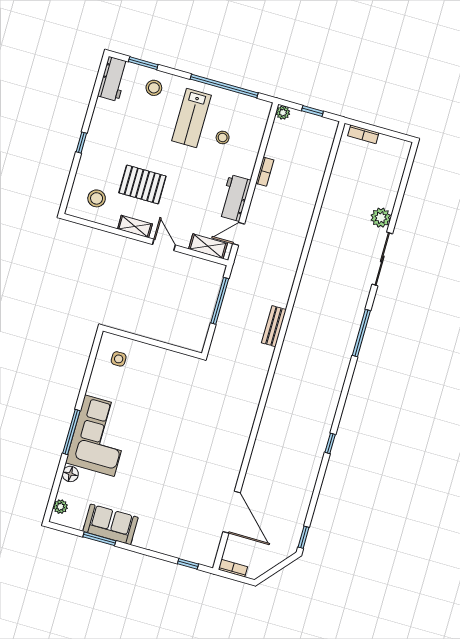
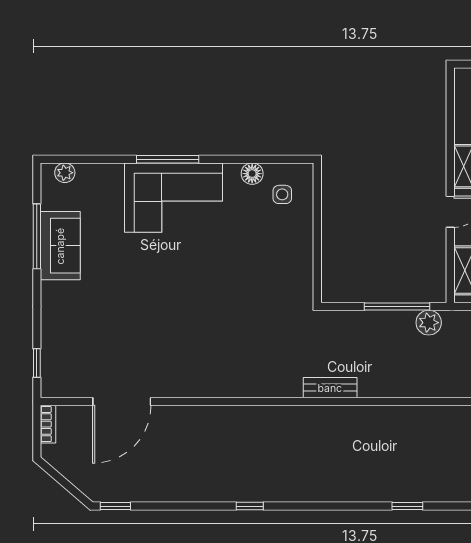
plant: (237, 282) -> (429, 323), added
bench: (274, 326) -> (330, 388), moved
window: (361, 333) -> (407, 506), width x0.46
floor lamp: (70, 474) -> (252, 174), moved
window: (99, 539) -> (37, 236), width x1.44

